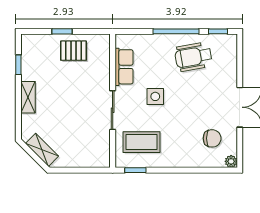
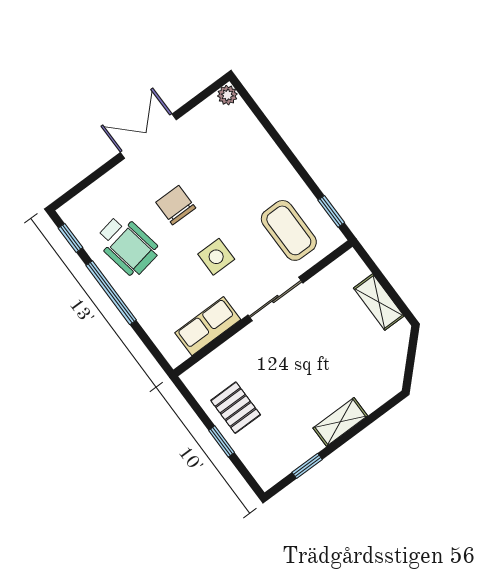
chair: (212, 138) -> (176, 205), moved
shelving: (42, 150) -> (379, 302), moved, turned -45

